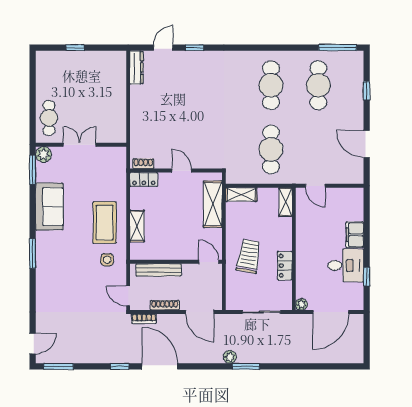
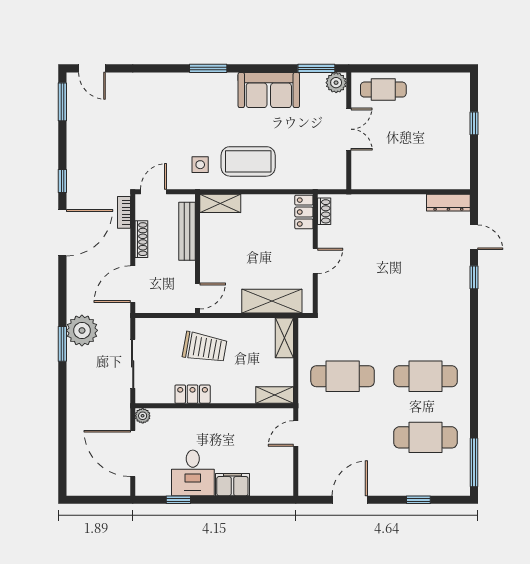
shelving: (137, 226) -> (220, 203), moved
plant: (230, 357) -> (82, 330), width x1.87, depth x1.87

